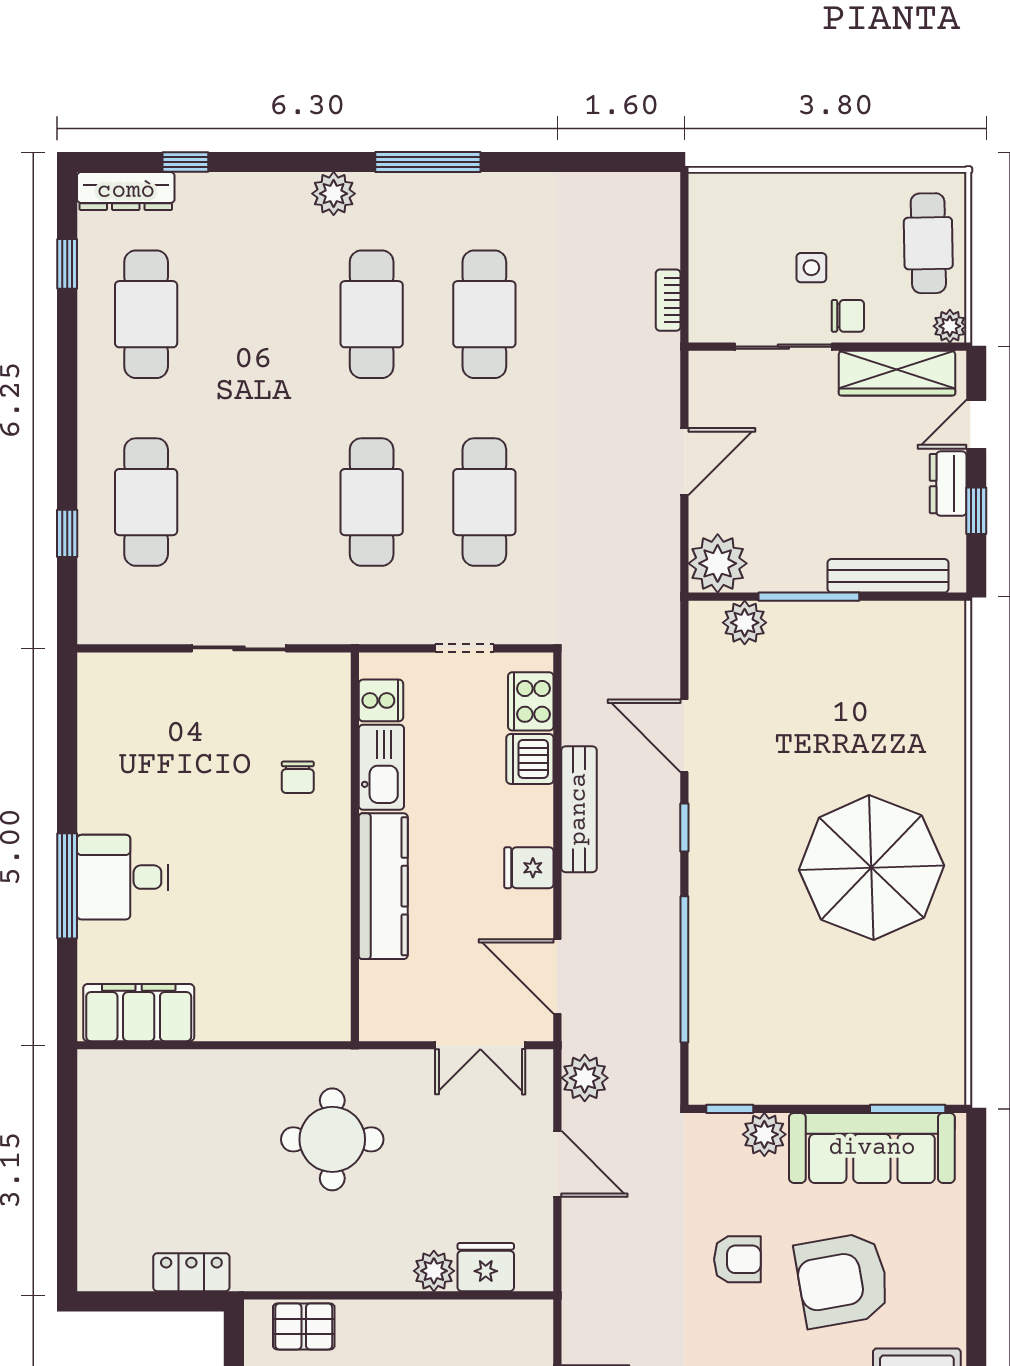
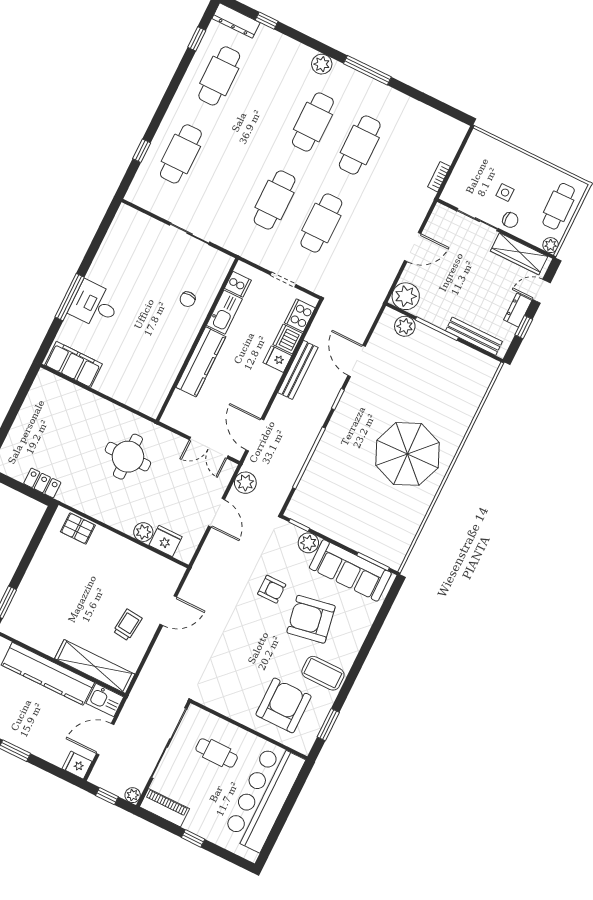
fridge: (529, 868) -> (277, 359), moved

